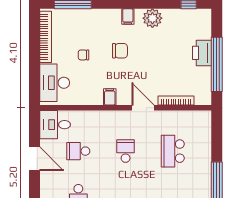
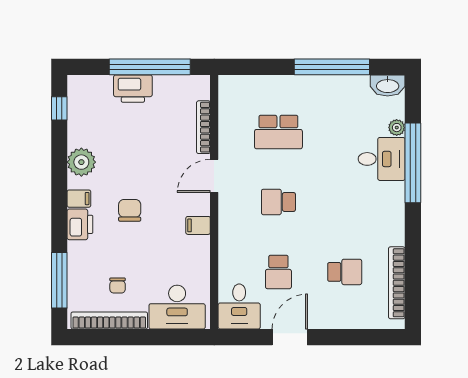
printer: (110, 17) -> (80, 224), added
chair: (84, 55) -> (118, 285), moved

